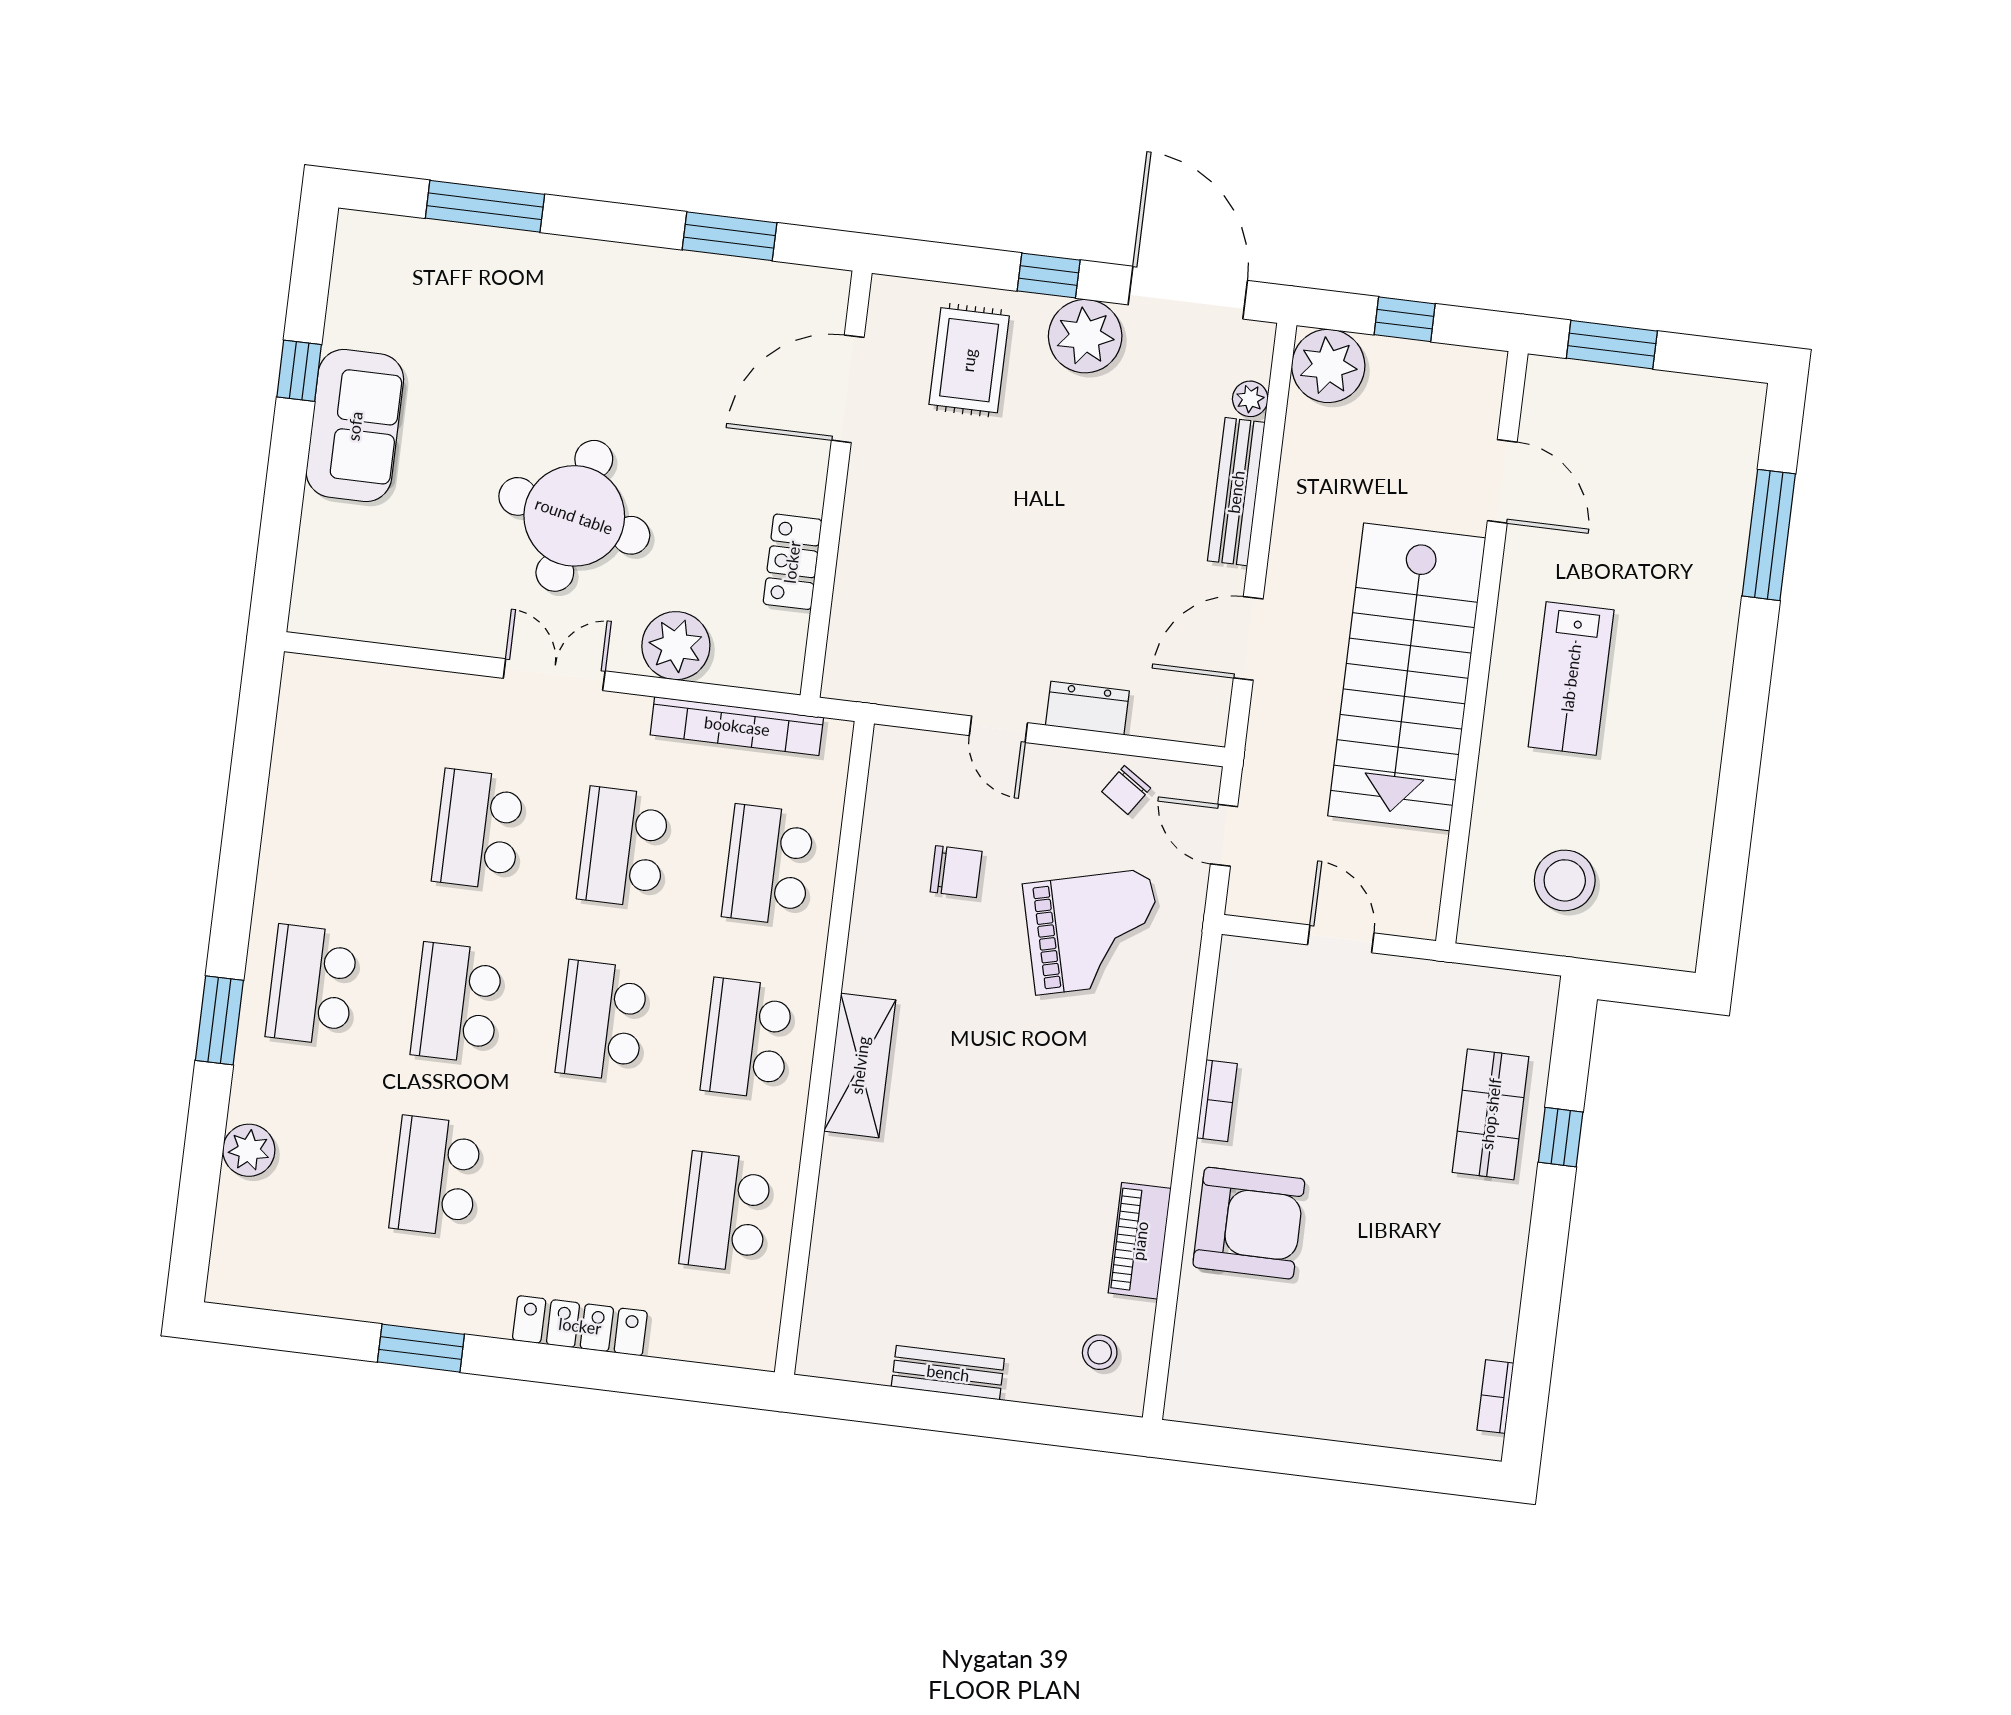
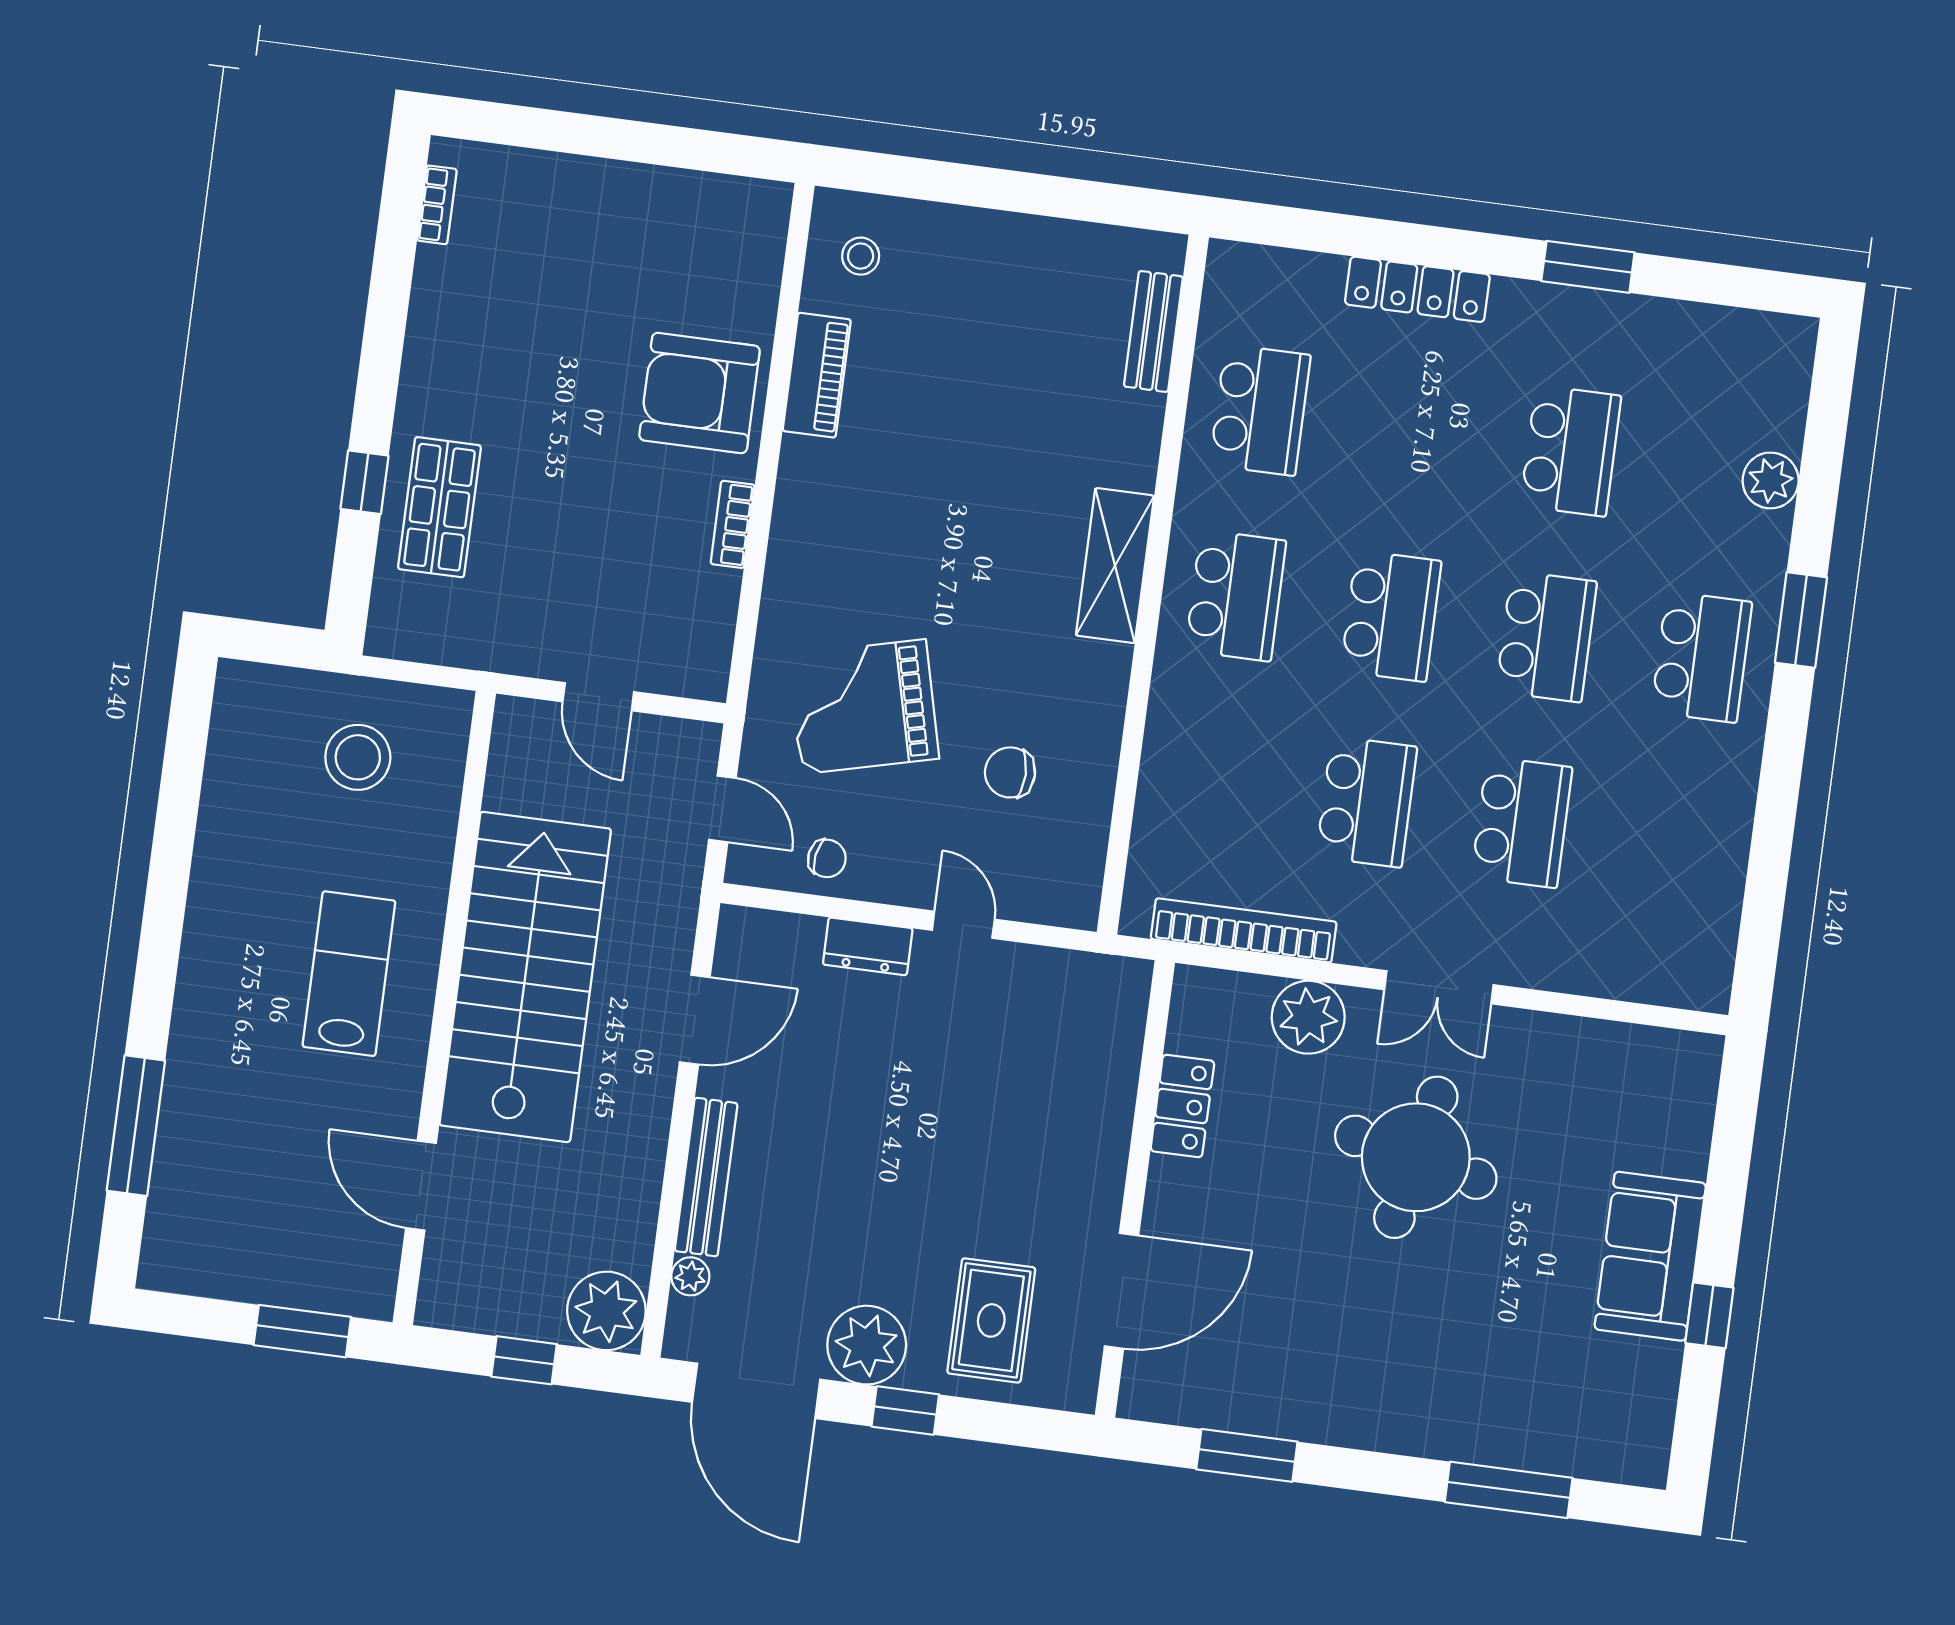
chair: (1126, 790) -> (827, 858), turned 65
school desk: (768, 865) -> (1211, 781), removed
bench: (948, 1373) -> (1153, 331), moved, turned 90

